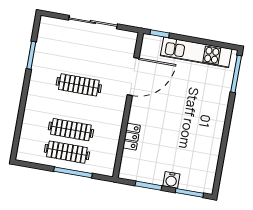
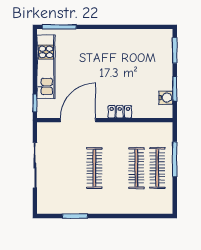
door: (133, 76) -> (78, 120), hinge flipped
locker: (132, 137) -> (120, 112), moved
water cooler: (171, 180) -> (166, 98), moved

